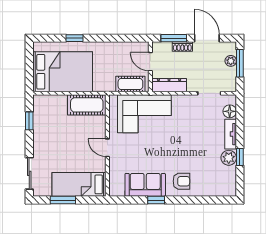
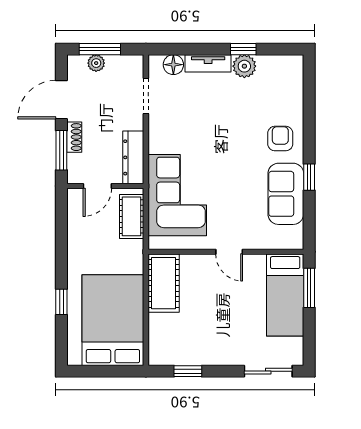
door: (107, 148) -> (229, 252), hinge flipped
window: (63, 200) -> (309, 288), moved

